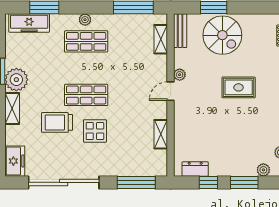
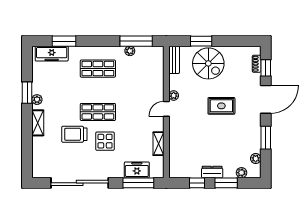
plant: (85, 20) -> (130, 51), moved
shelving: (161, 39) -> (158, 67), removed
plant: (16, 80) -> (37, 100), width x0.53, depth x0.53
freezer: (15, 161) -> (137, 170), moved, turned -90
dresser: (195, 169) -> (212, 172), moved

